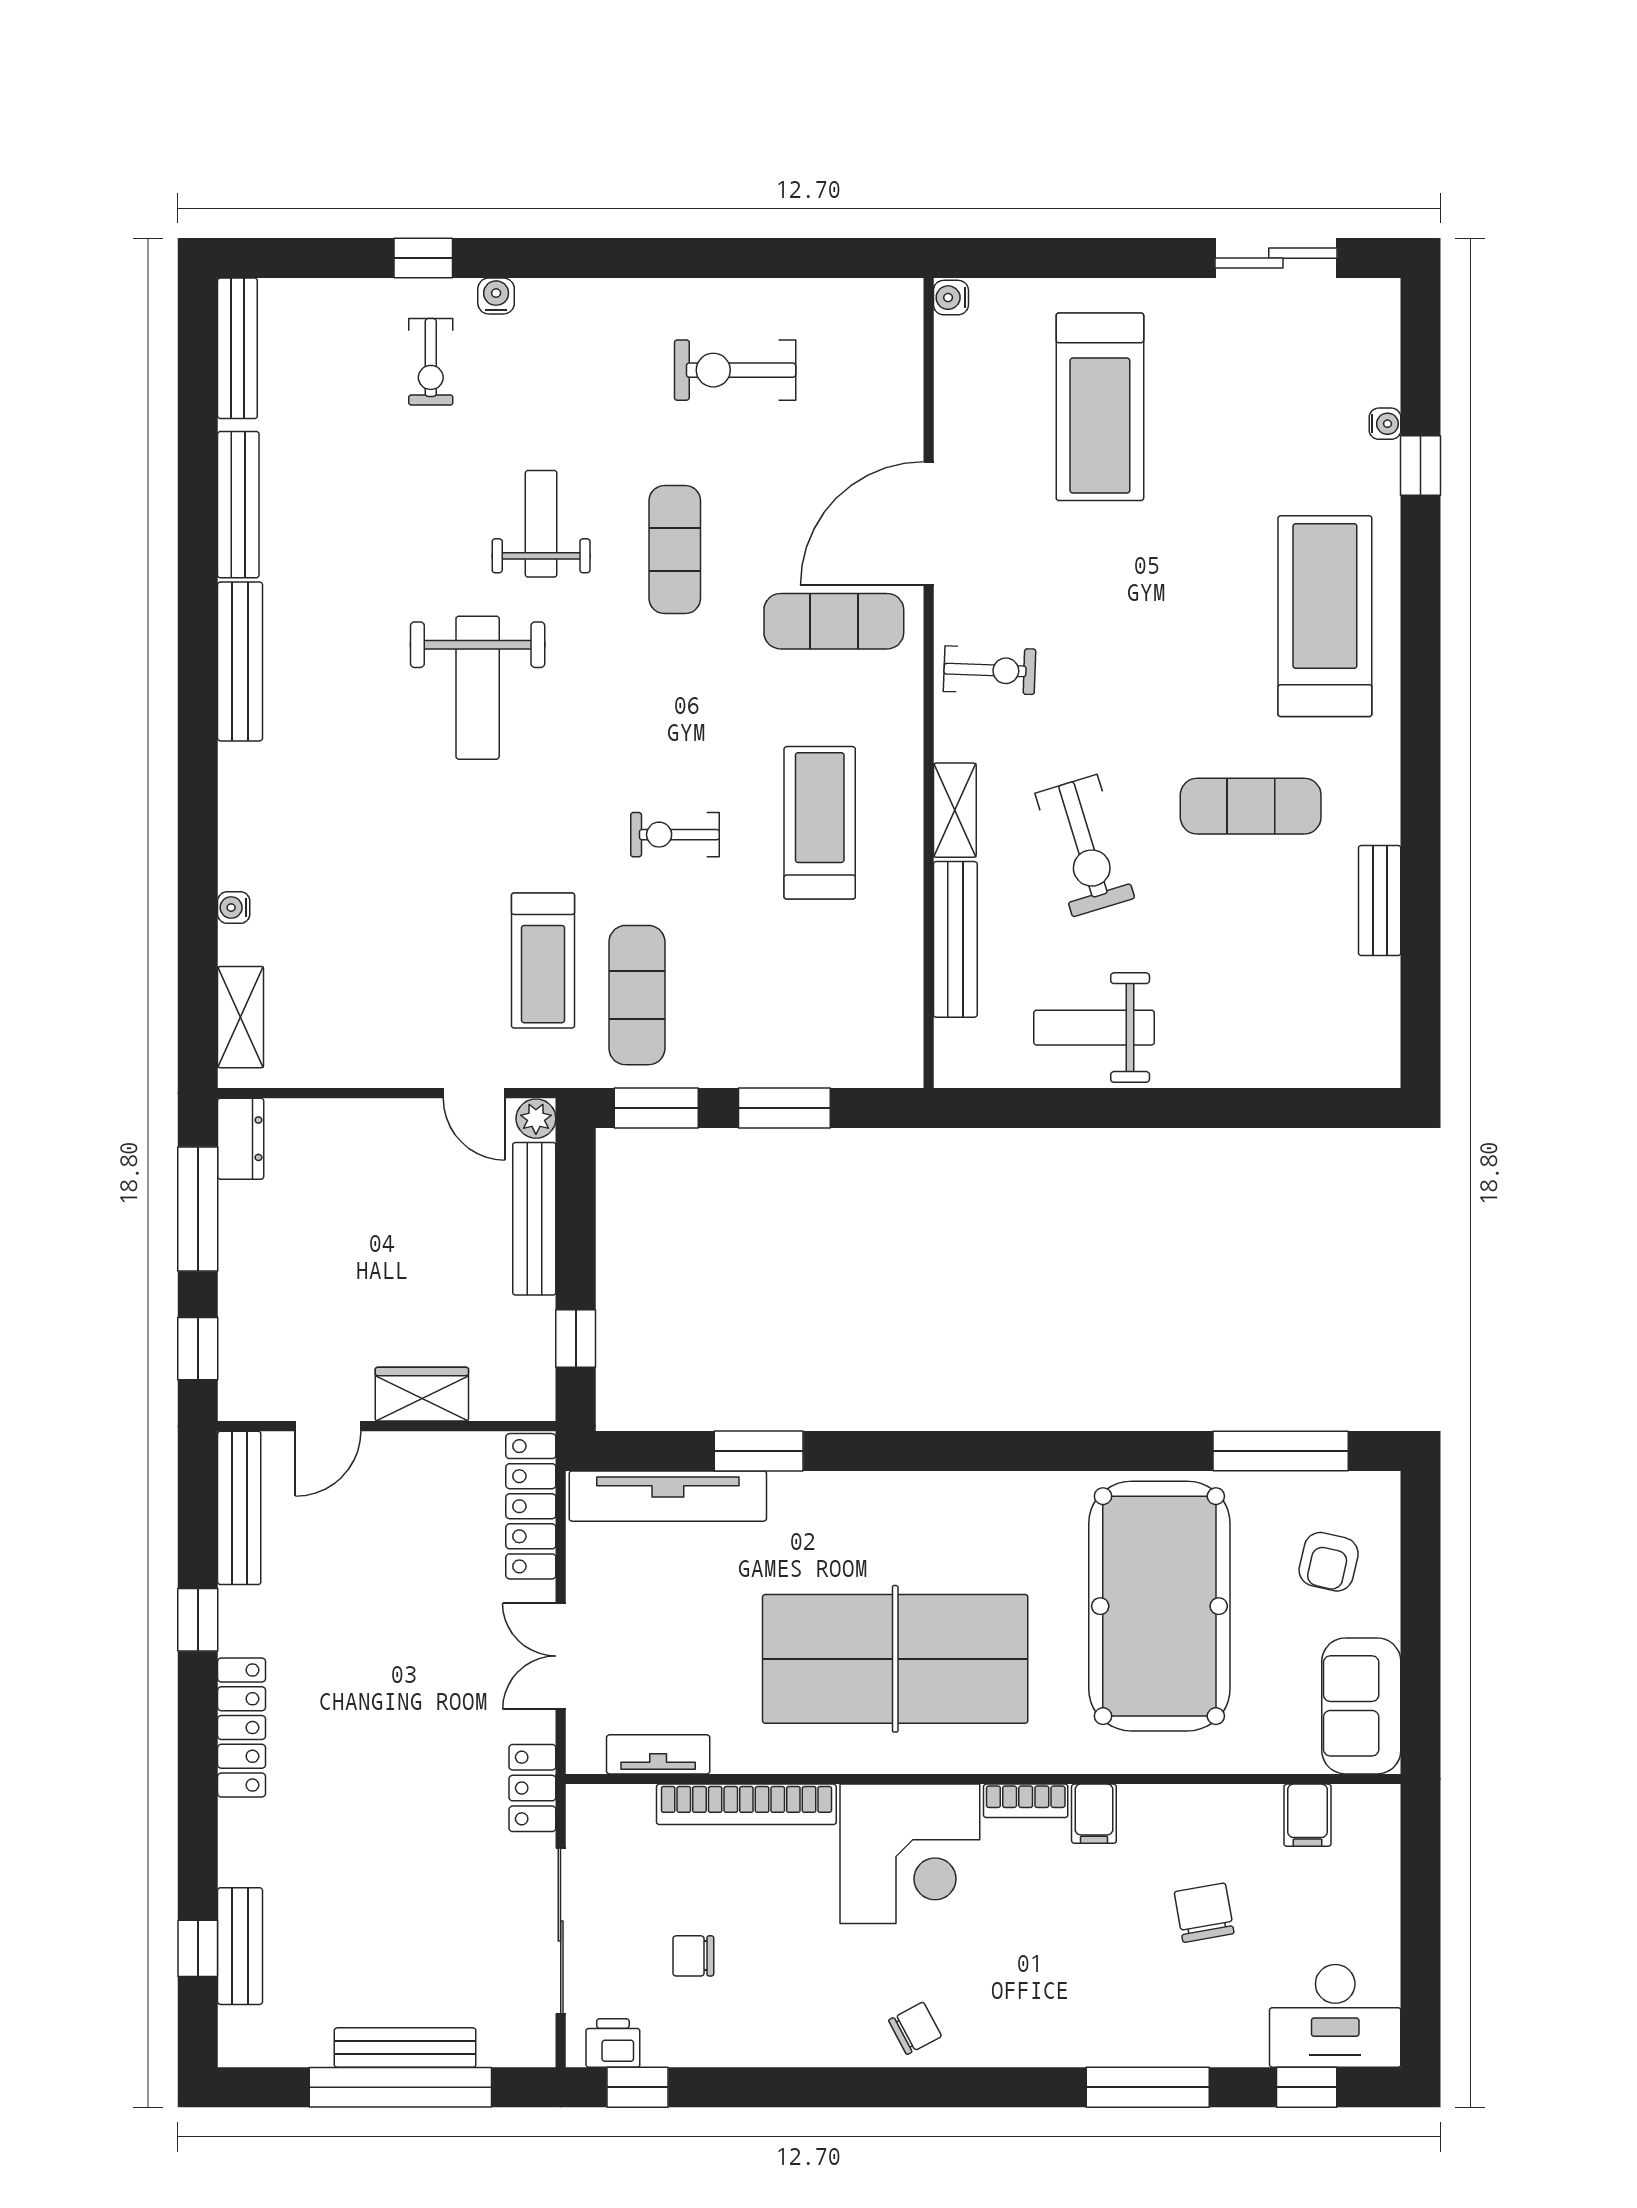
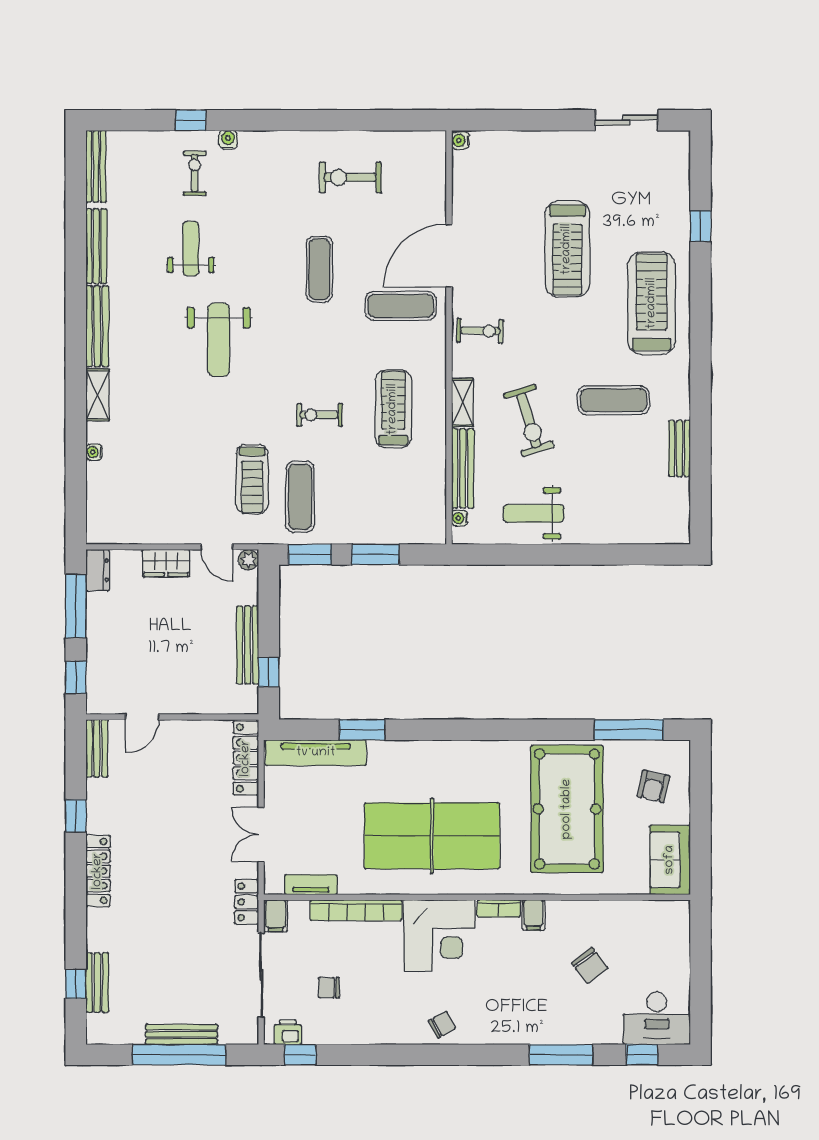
exercise bike: (431, 362) -> (195, 173), turned 180
treadmill: (1100, 407) -> (567, 249), moved
water cooler: (1385, 424) -> (460, 518), moved, turned 180
weight bench: (541, 524) -> (191, 249), moved
shelving: (241, 1017) -> (98, 395), moved
bench: (534, 1219) -> (248, 645), moved
wardrobe: (422, 1394) -> (166, 563), moved, turned 180
bench: (239, 1508) -> (97, 748), width x0.73
filing cabinet: (1308, 1815) -> (276, 916), moved
chair: (1204, 1913) -> (590, 966), turned 153

